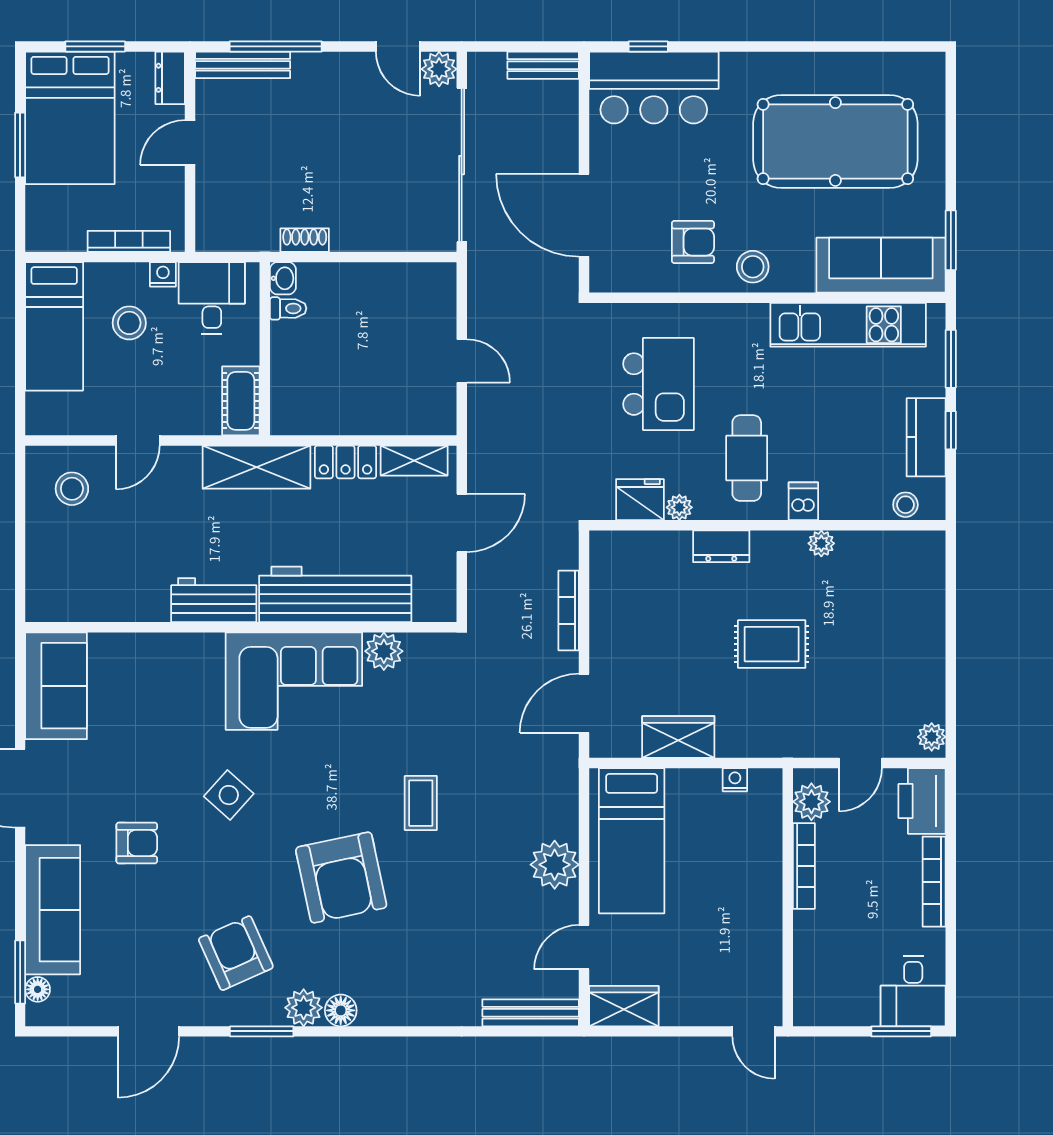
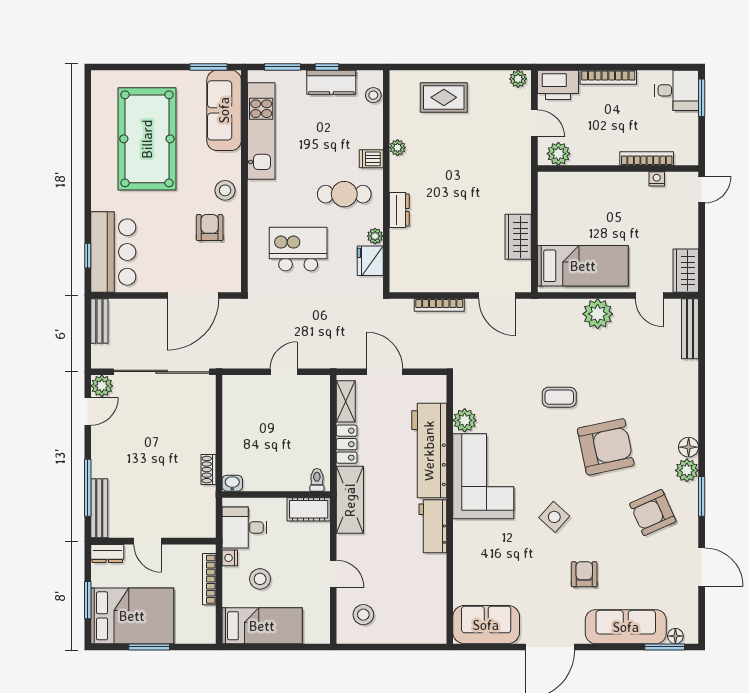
toilet: (288, 308) -> (317, 480), moved
rug: (772, 644) -> (444, 97), moved, turned 90
nightstand: (735, 780) -> (657, 179), moved, turned 90
bookcase: (804, 866) -> (647, 159), moved

